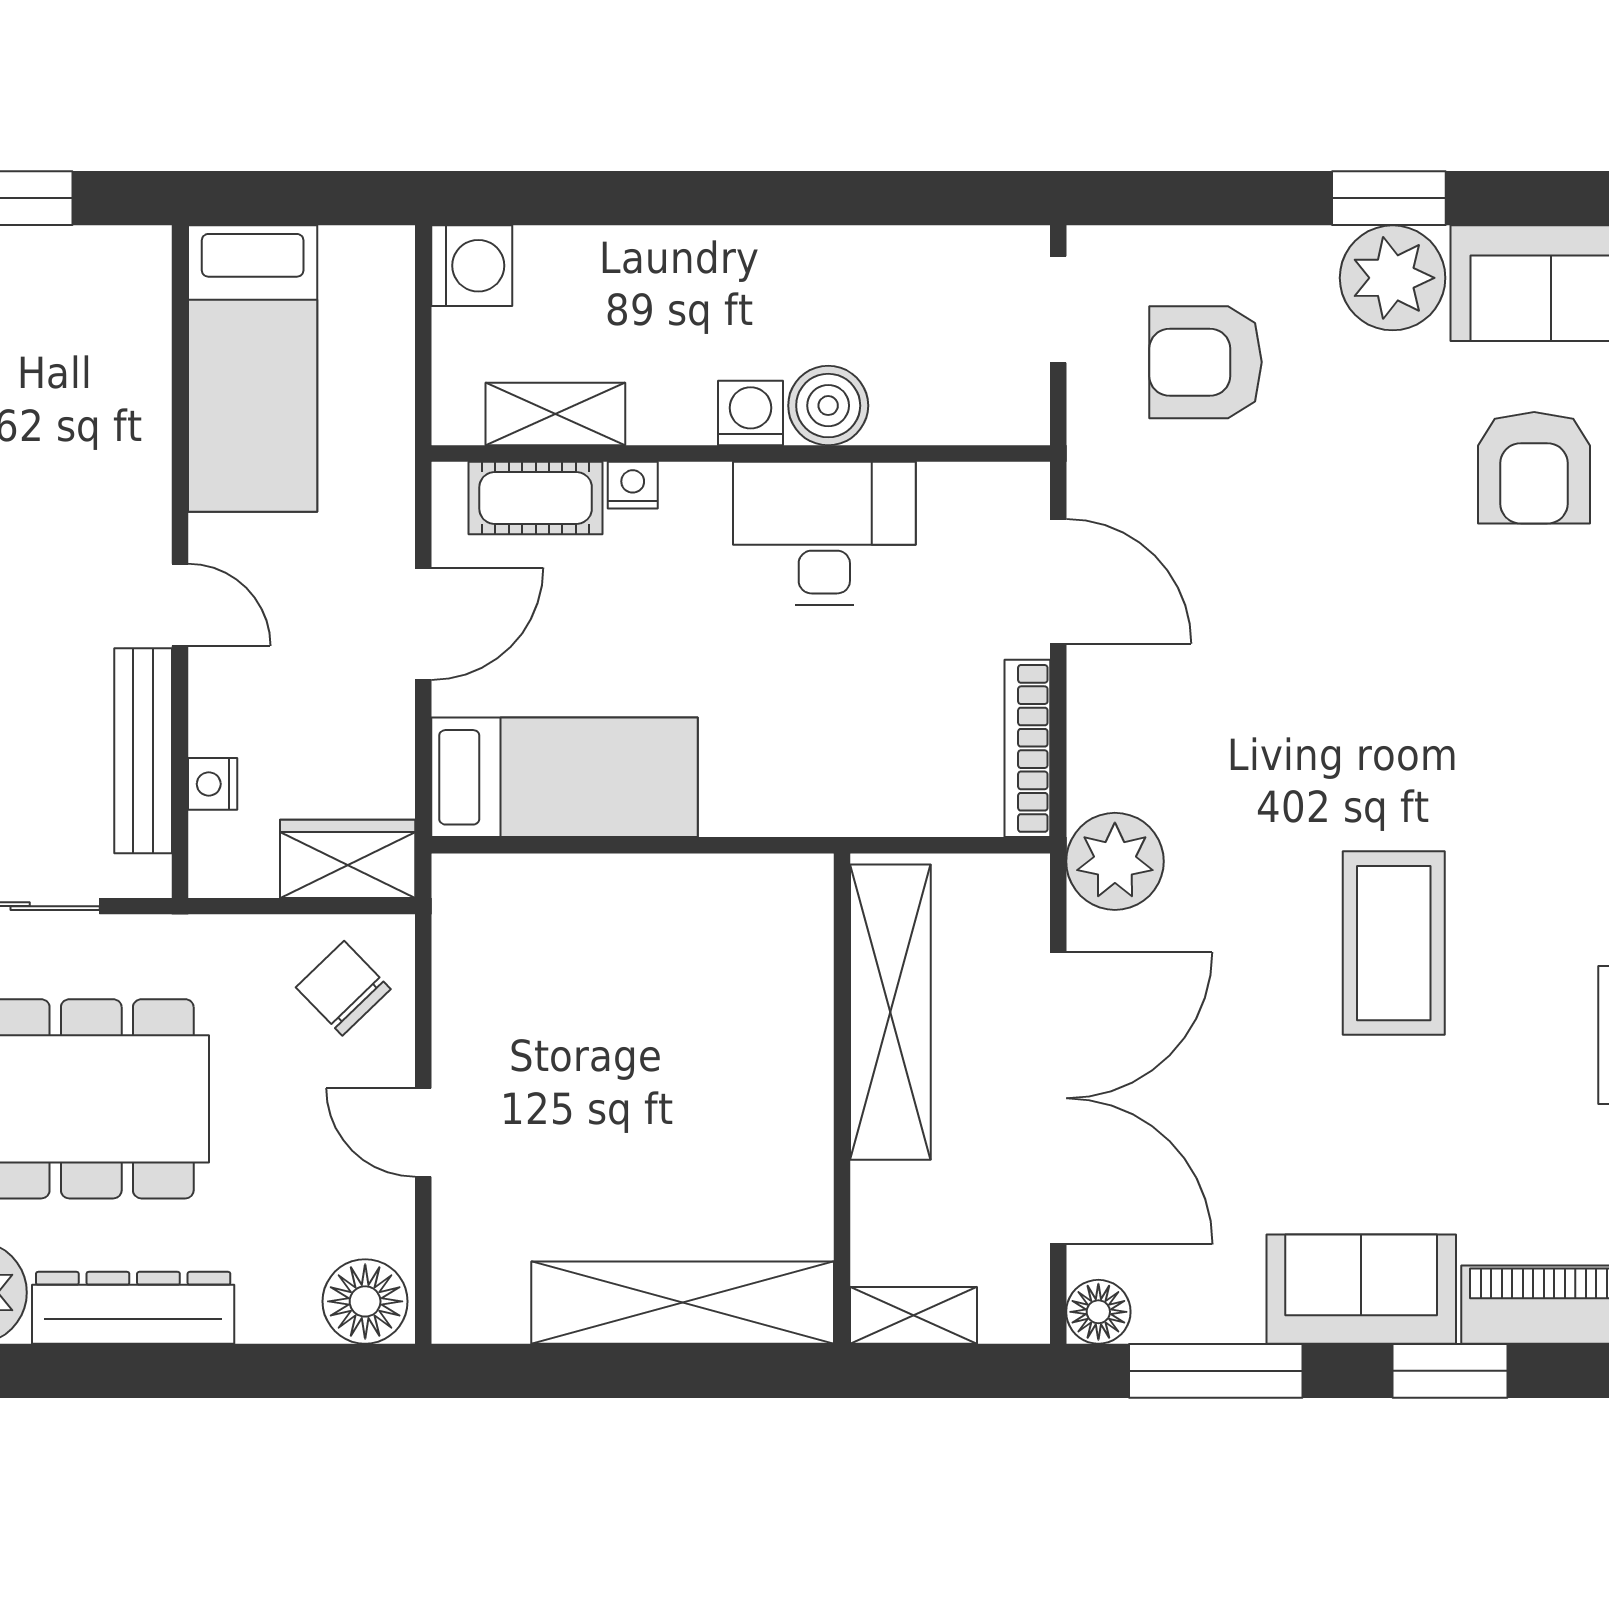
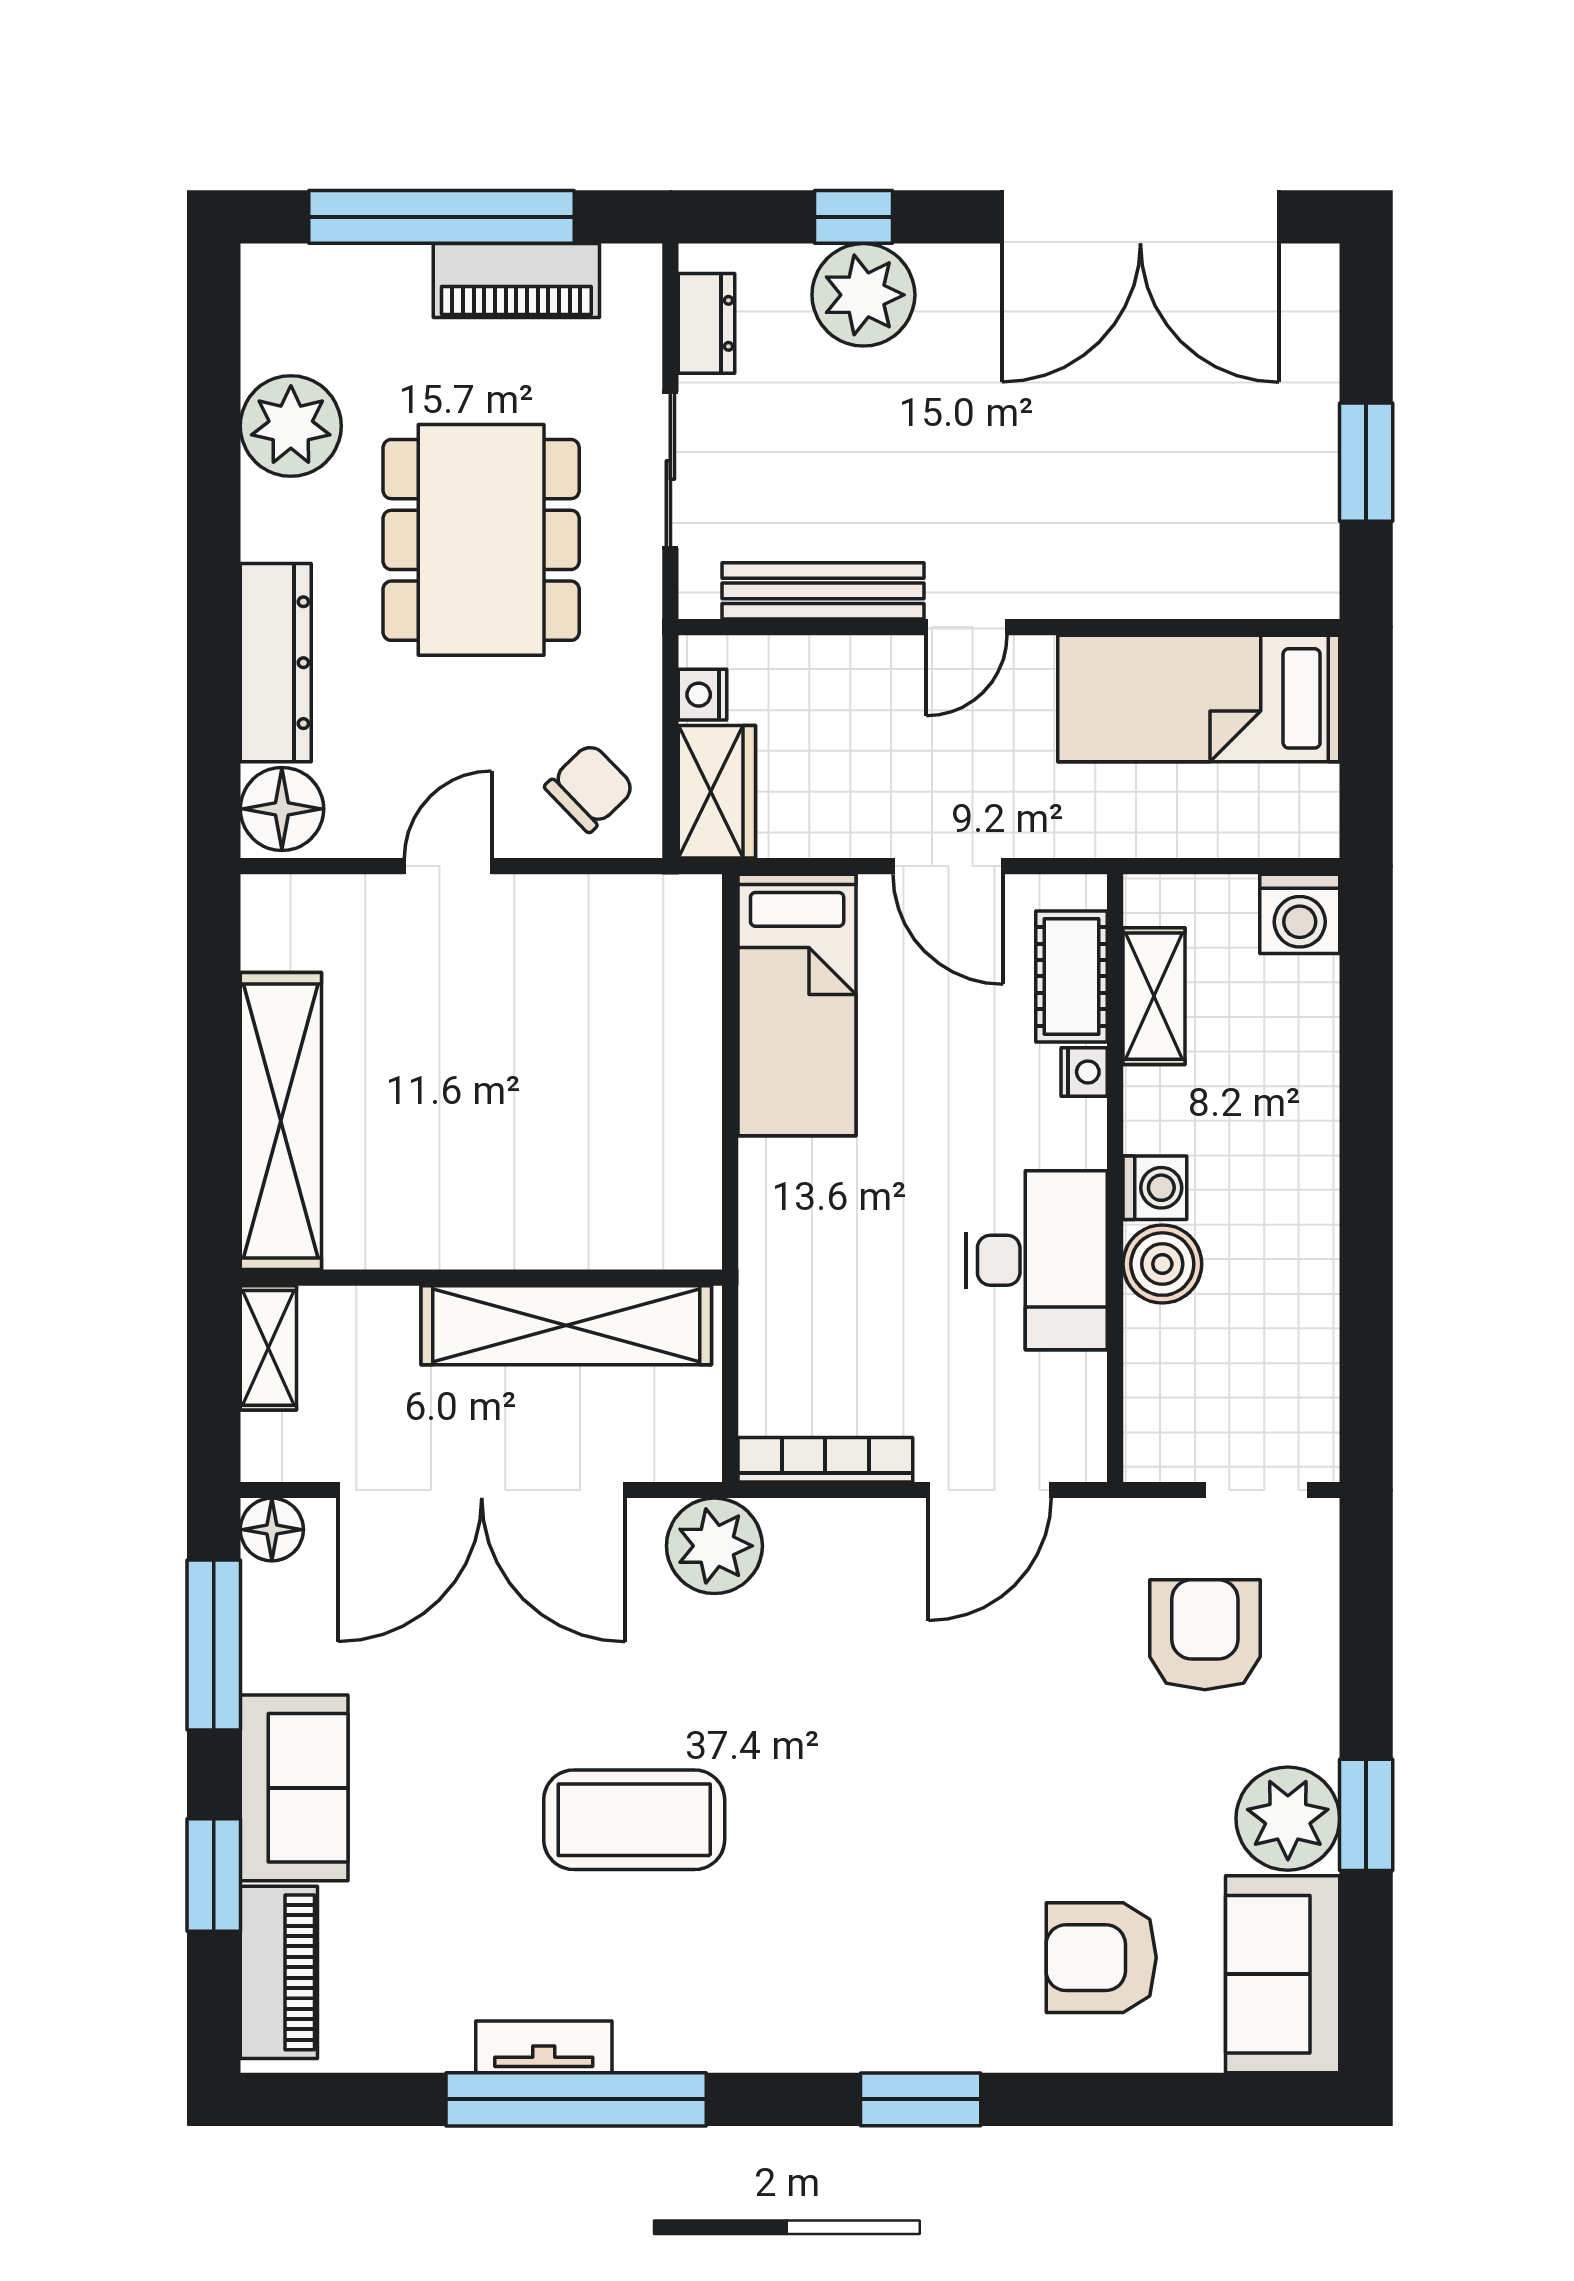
nightstand: (213, 784) -> (703, 695), moved, turned -90
dresser: (133, 1308) -> (276, 663), moved

